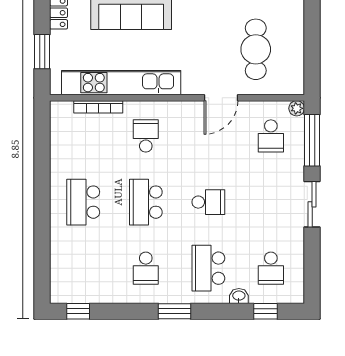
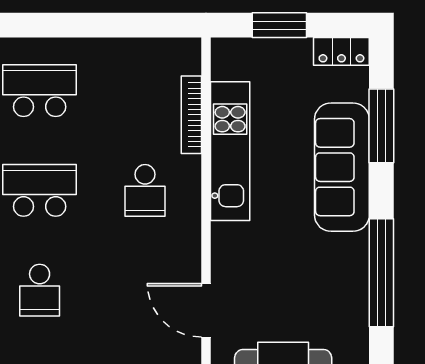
kitchen unit: (121, 83) -> (230, 151), width x0.73
school desk: (146, 136) -> (145, 190), turned 90

